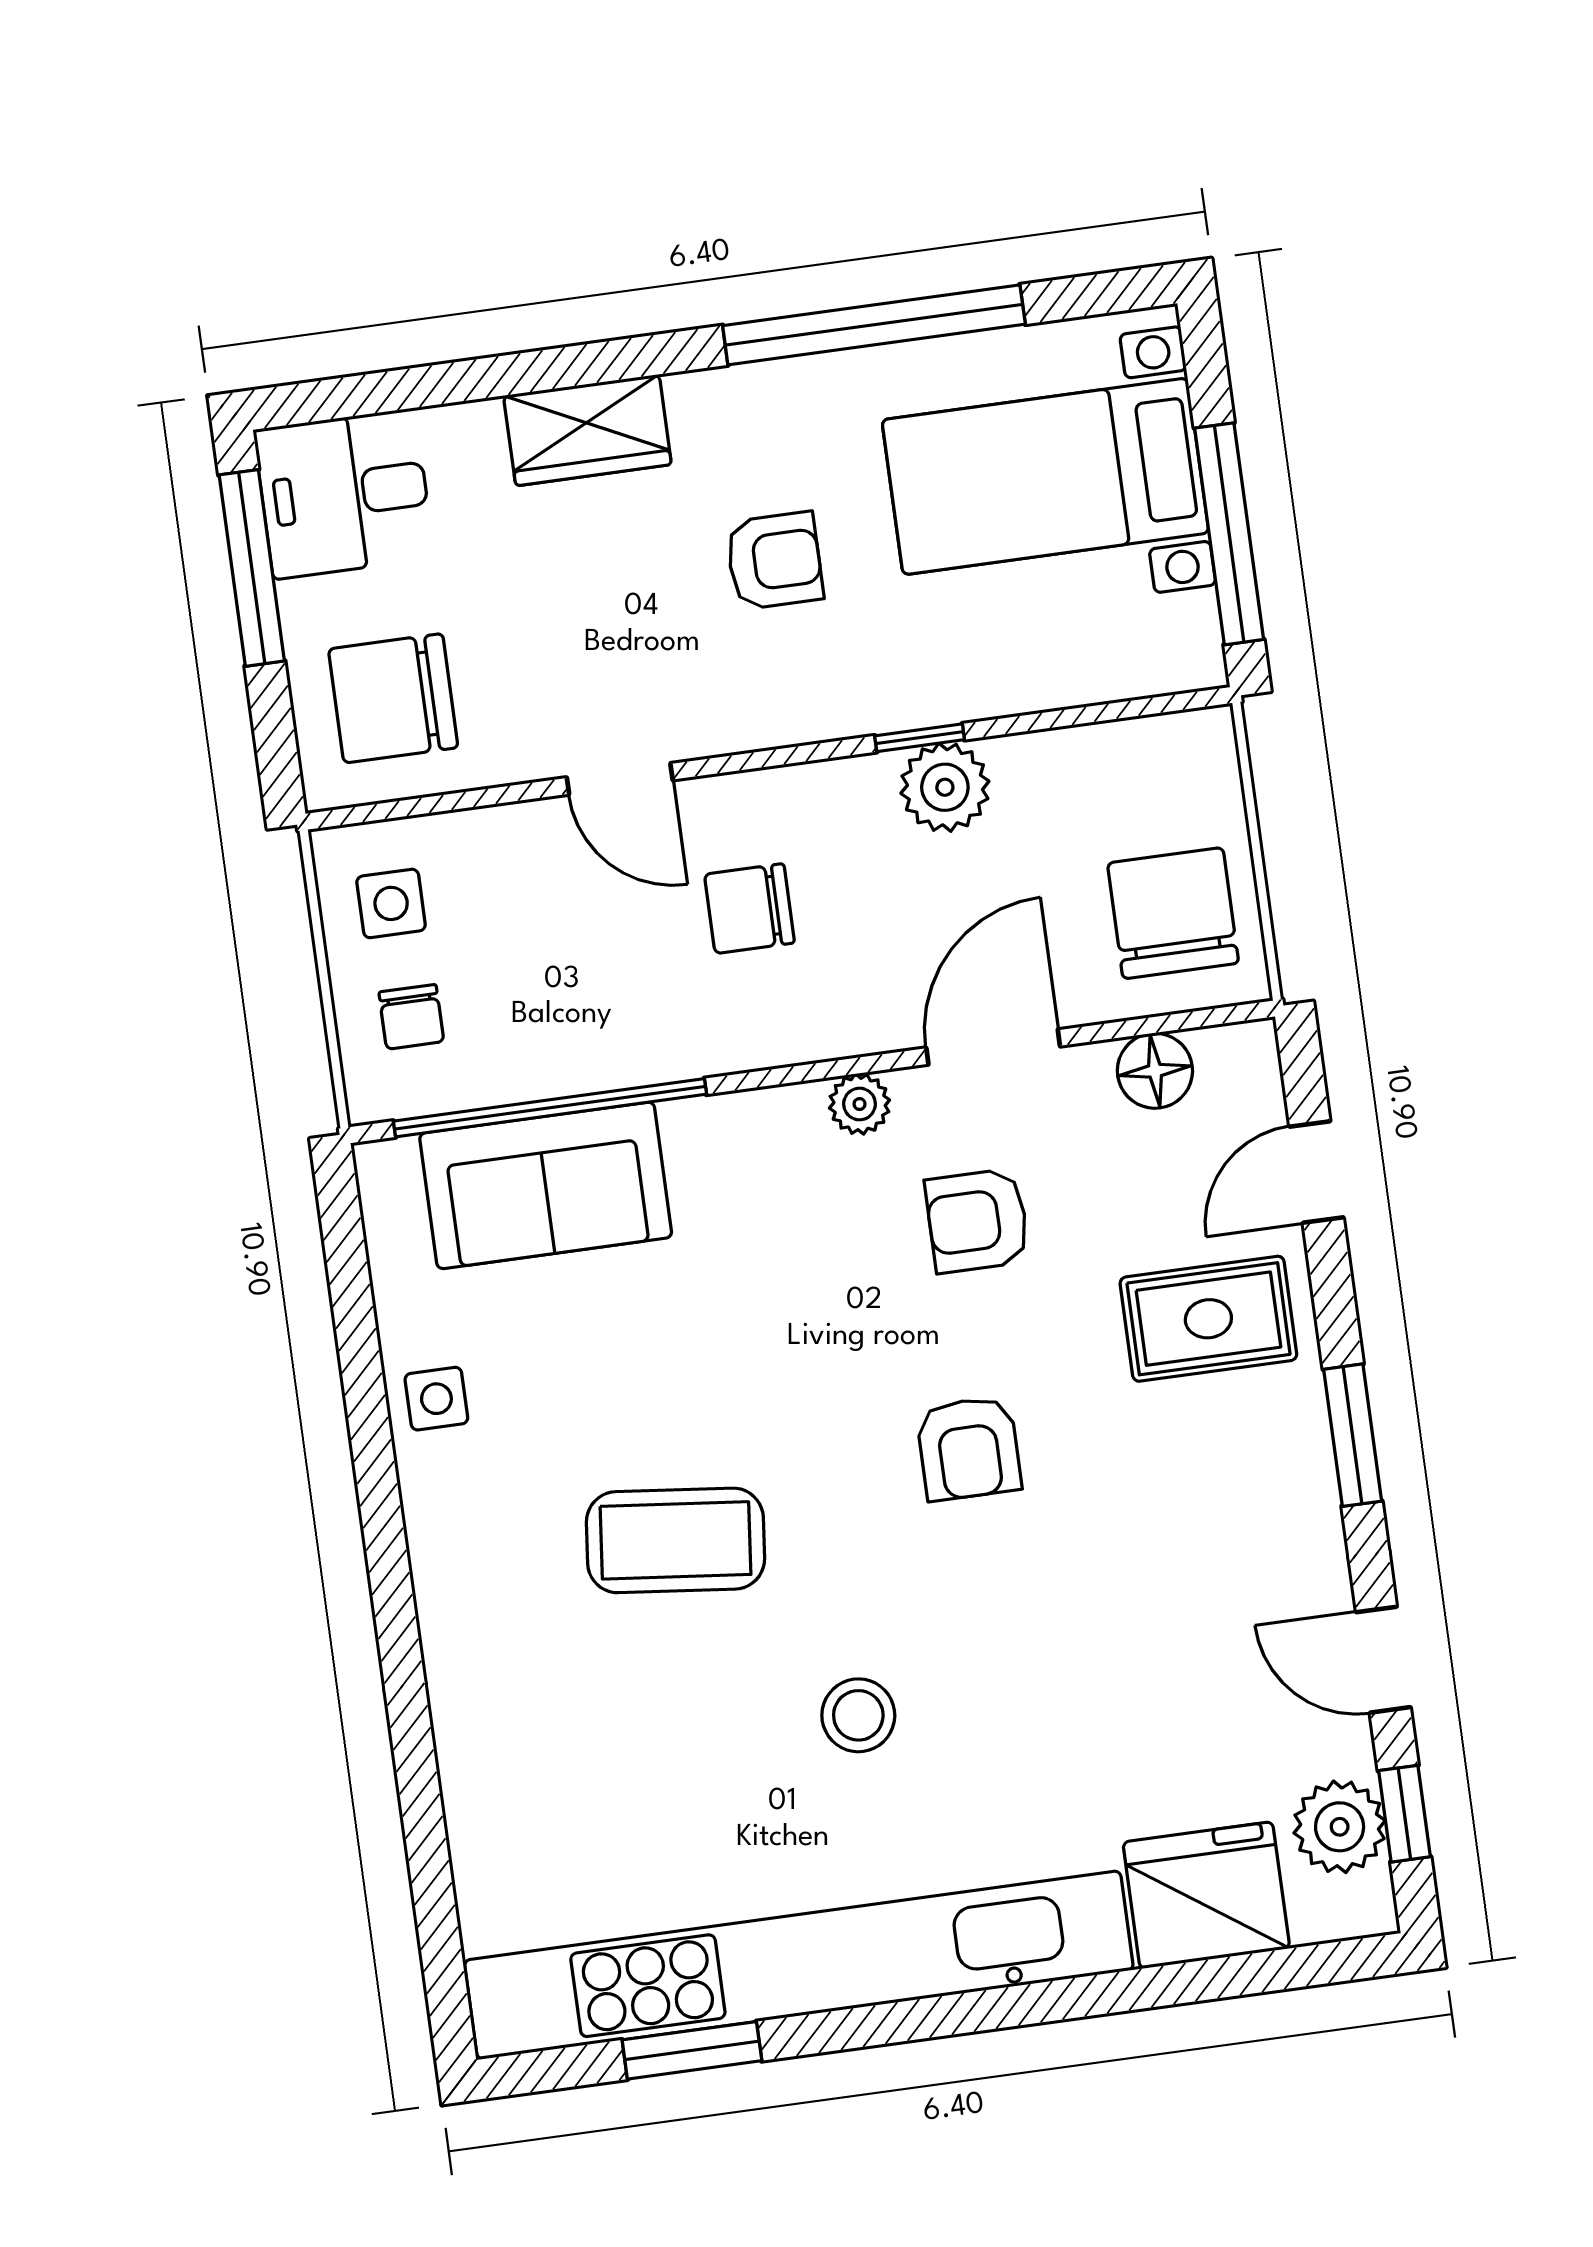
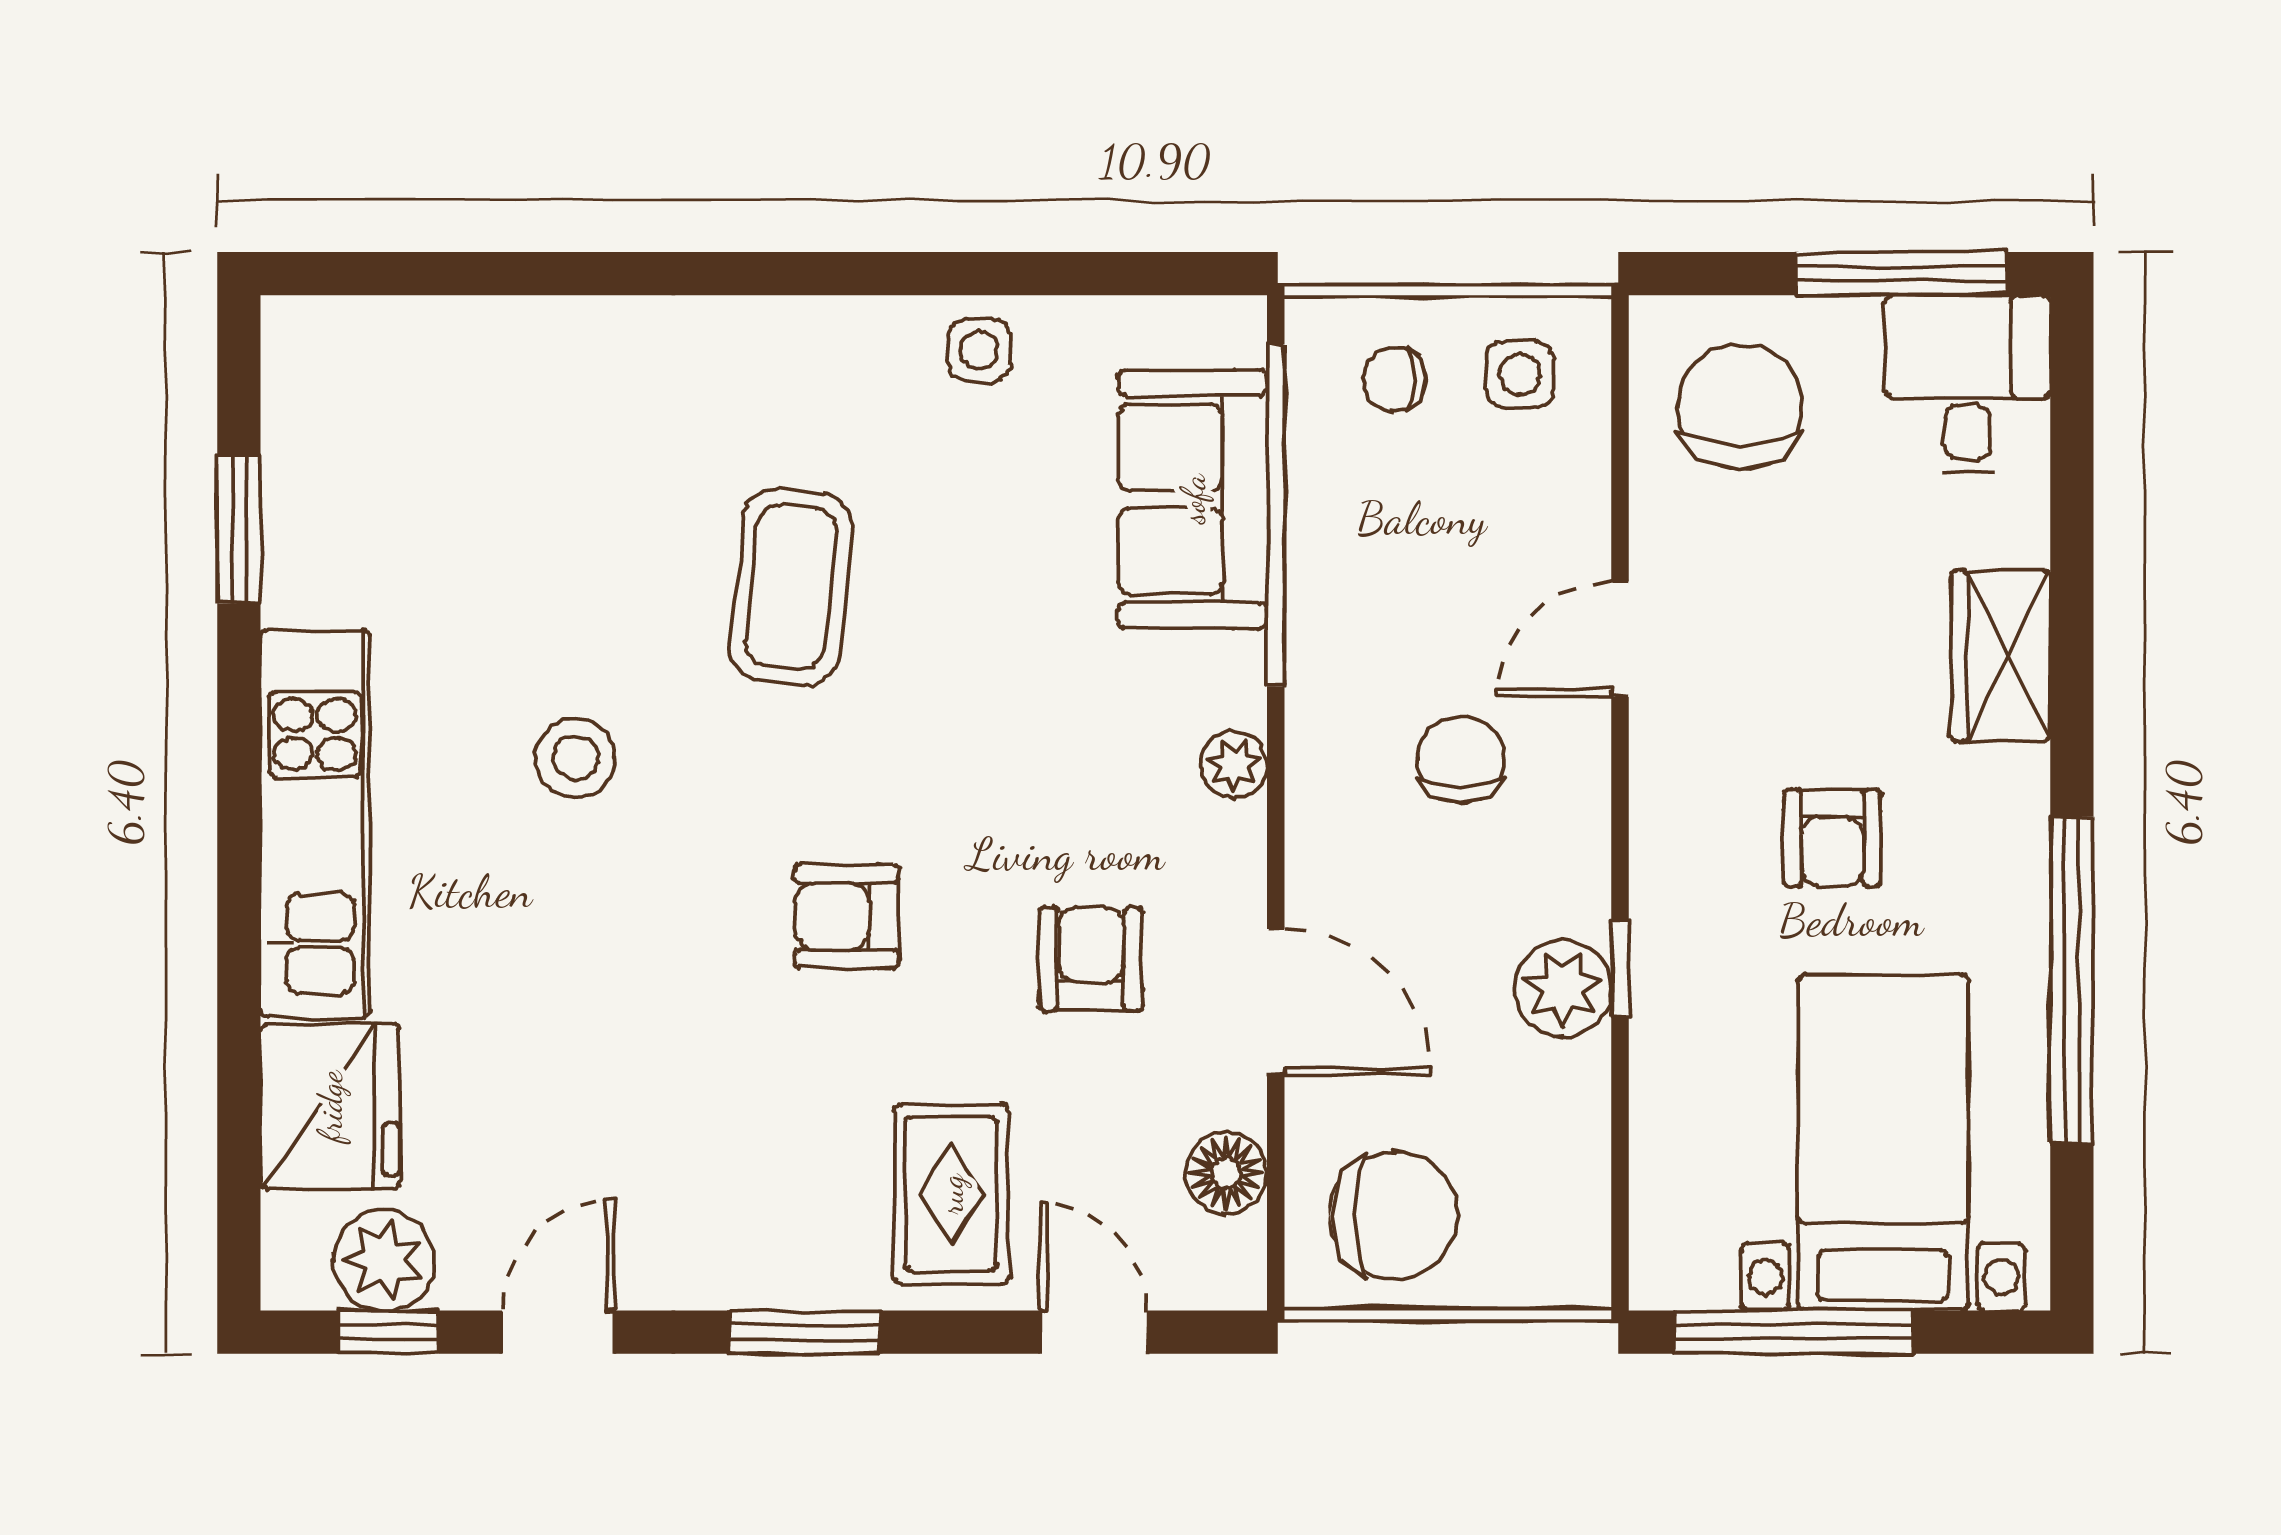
plant: (860, 1104) -> (1234, 765), moved
kitchen unit: (799, 1965) -> (315, 824), width x0.54

